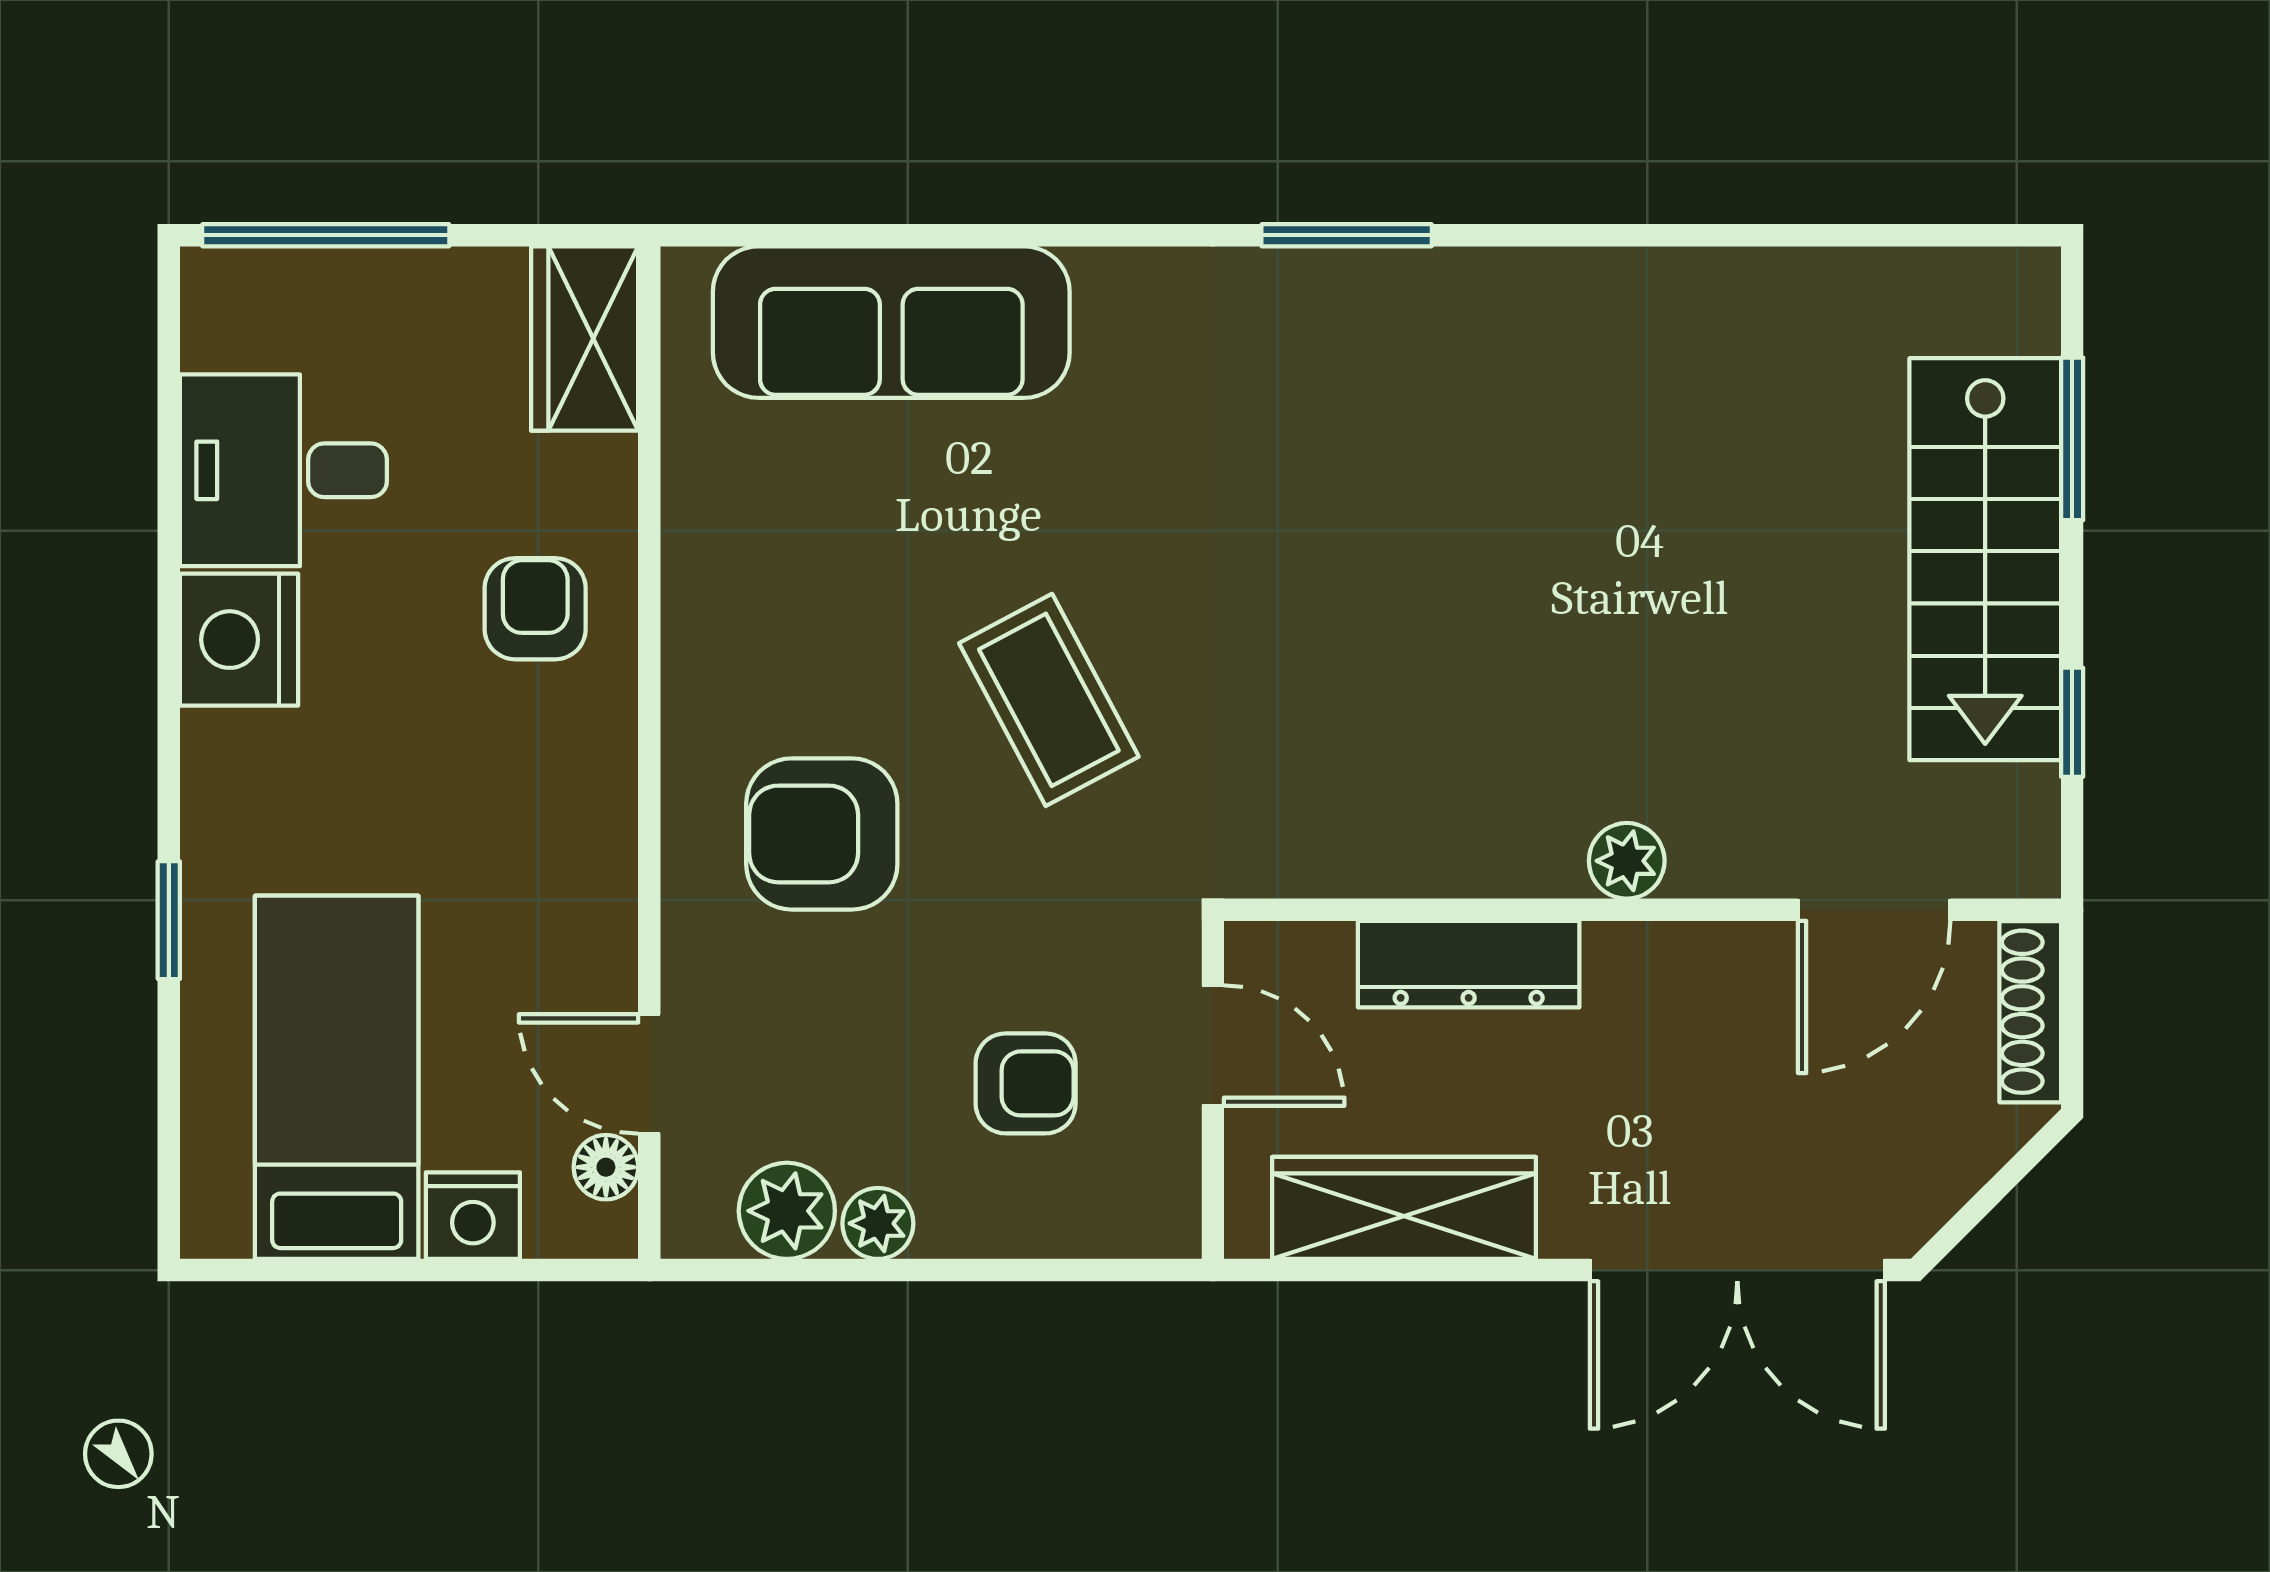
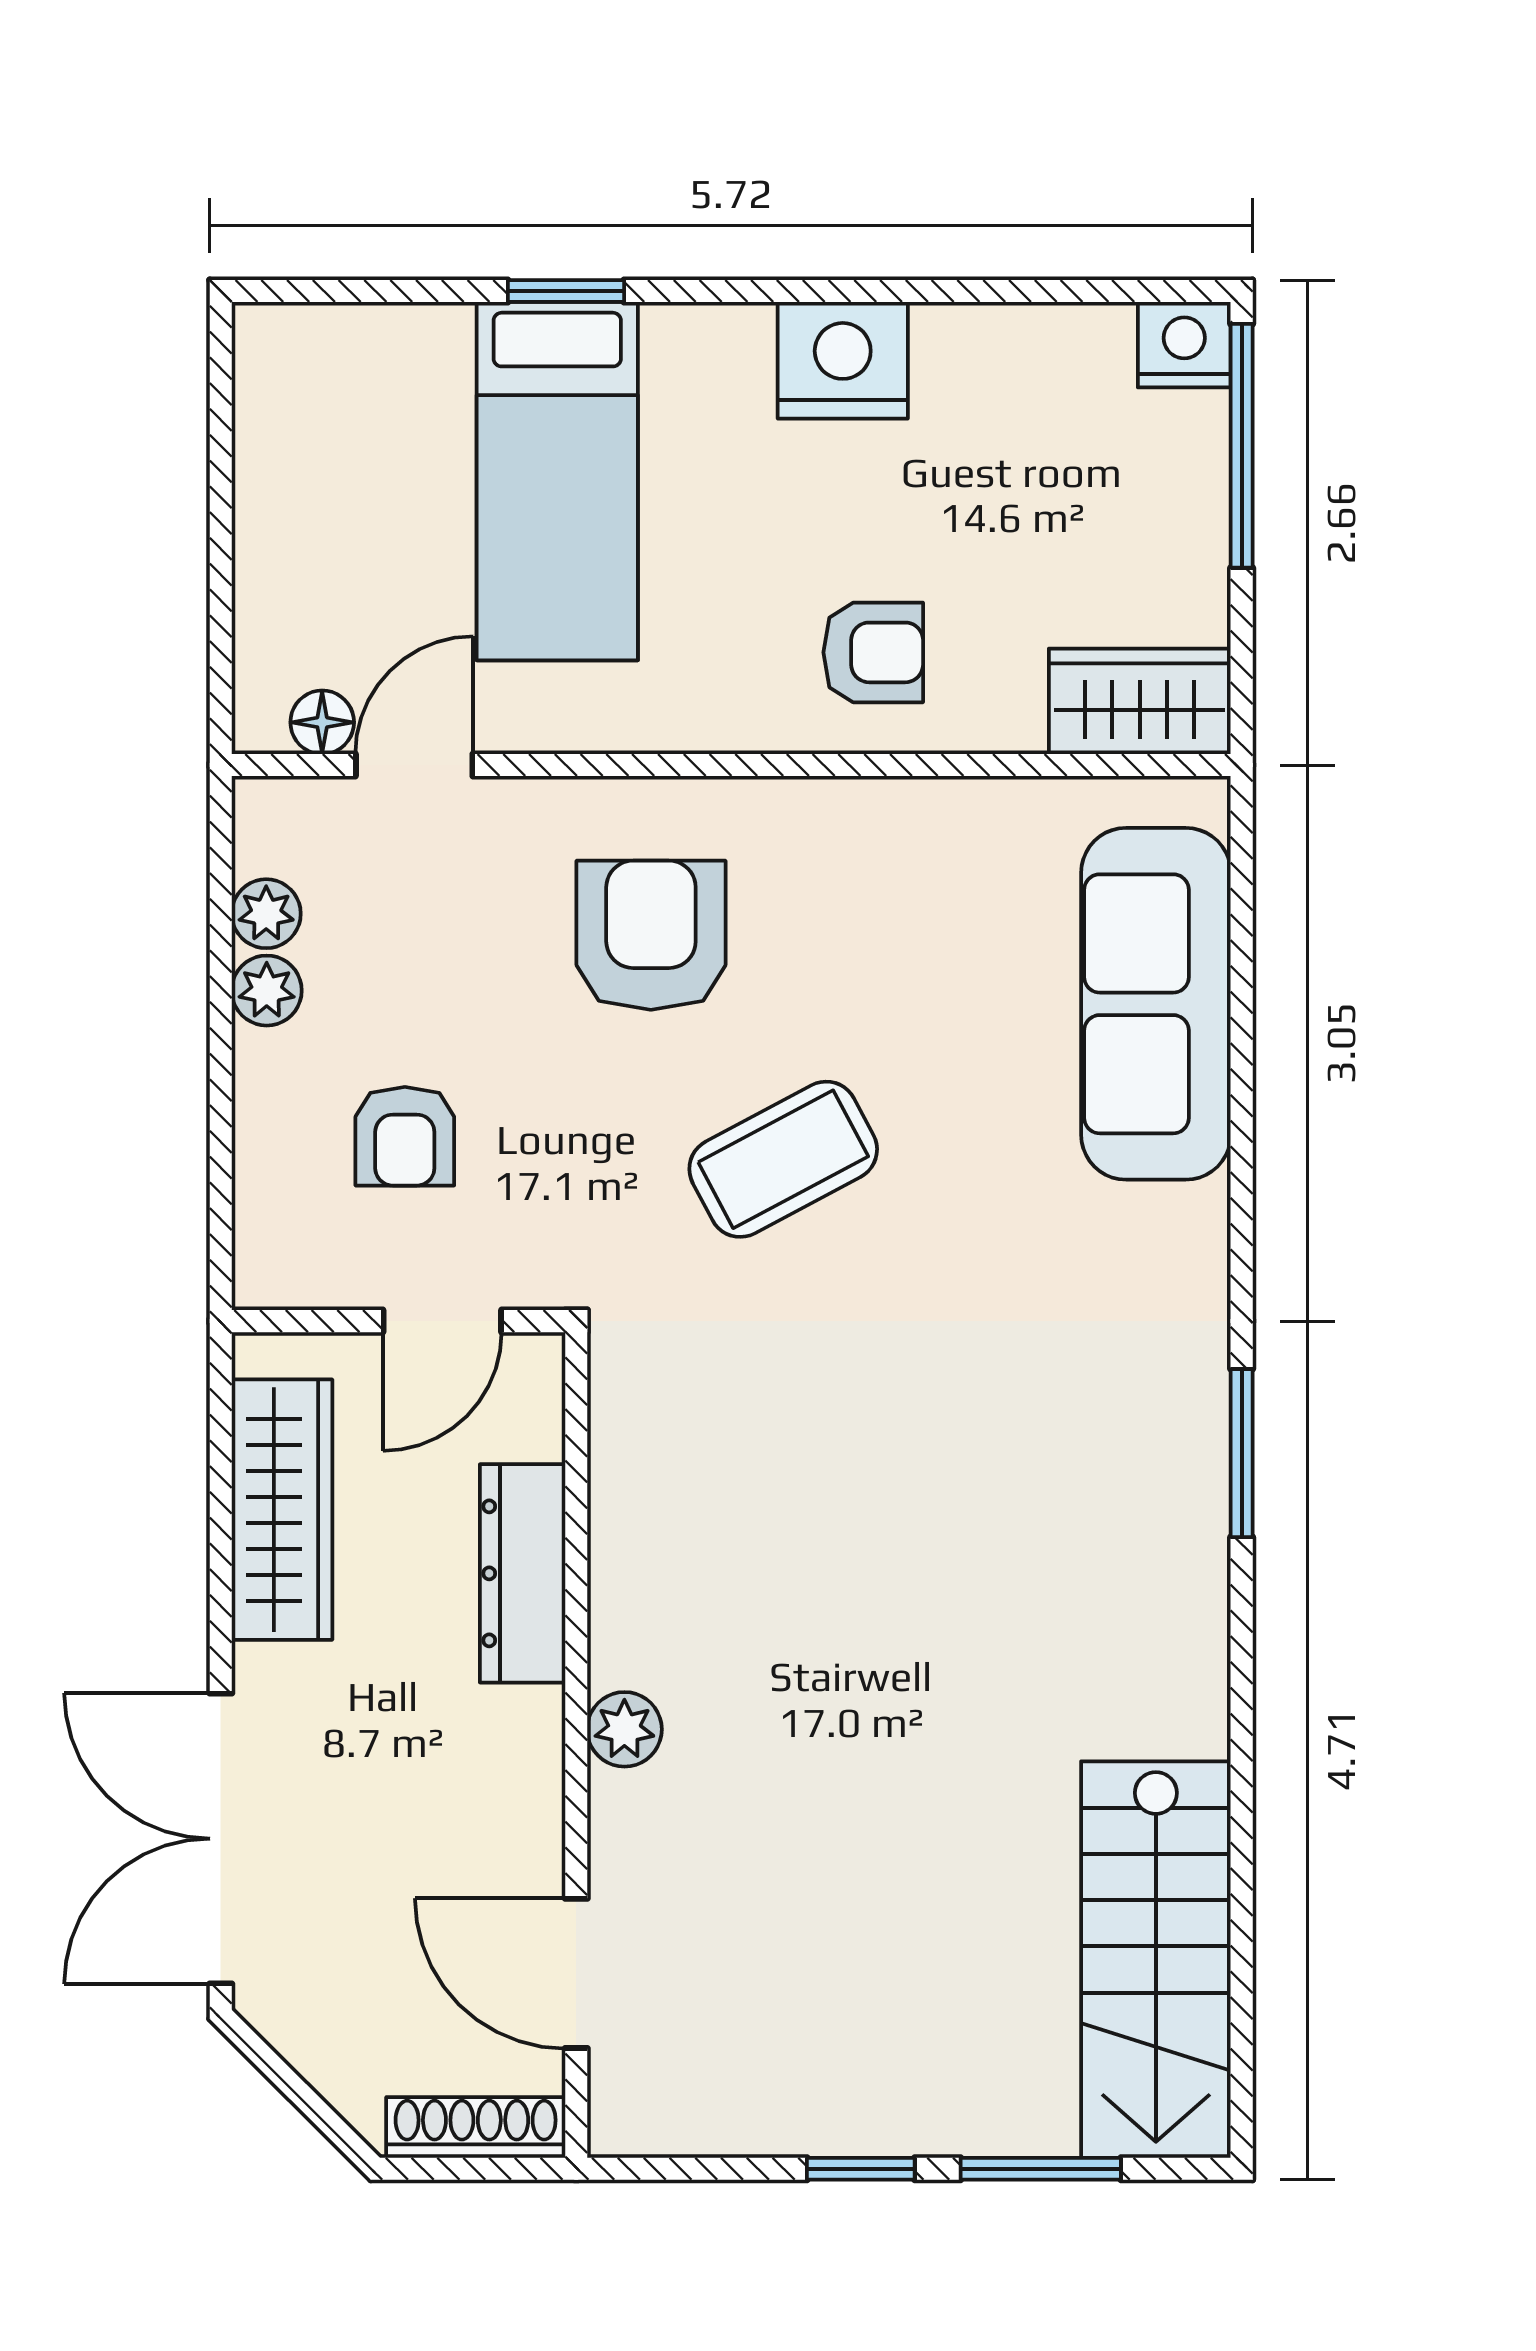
desk: (283, 470) -> (1010, 404), removed
stairs: (1985, 559) -> (1156, 1960), moved, turned -90
window: (2072, 722) -> (861, 2169), moved
bed: (337, 1077) -> (557, 481), moved, turned 90
plant: (787, 1211) -> (266, 914), width x0.73, depth x0.73
nightstand: (473, 1216) -> (1184, 345), moved, turned 90

